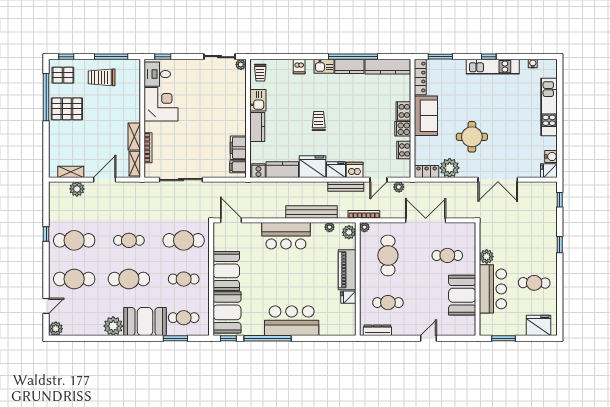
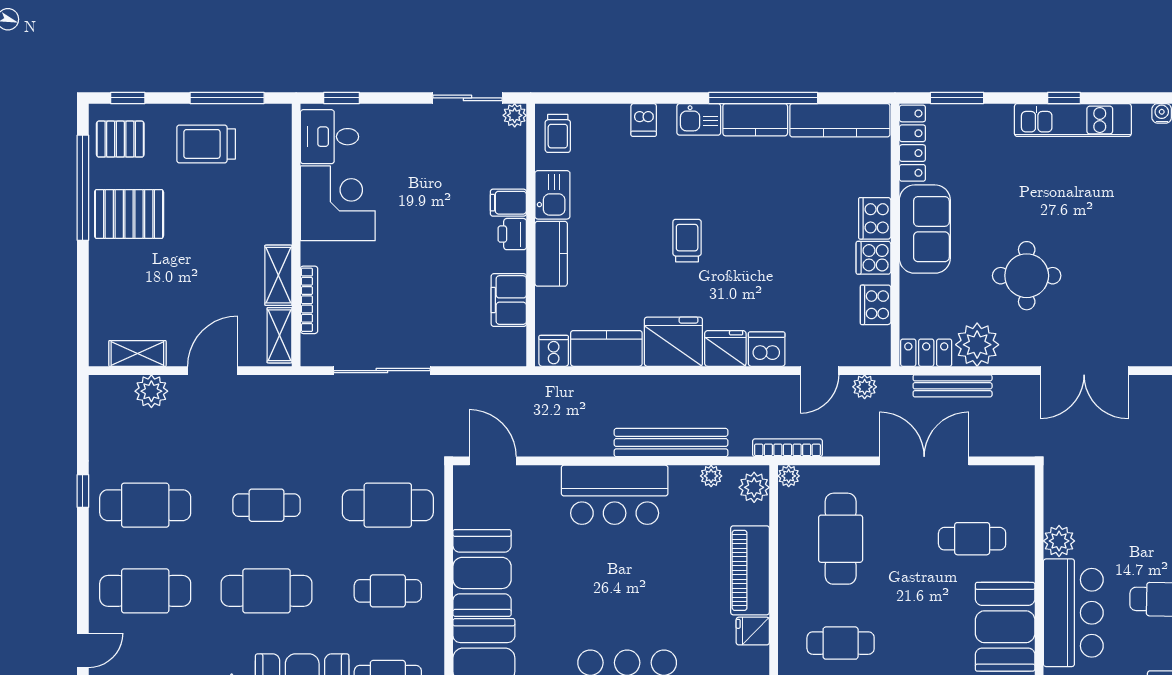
printer: (240, 118) -> (512, 234), added
filing cabinet: (238, 167) -> (508, 203), moved
bench: (346, 187) -> (953, 386), moved

